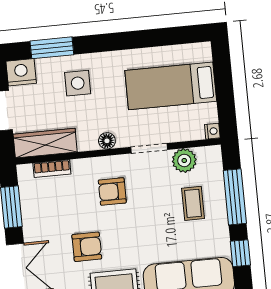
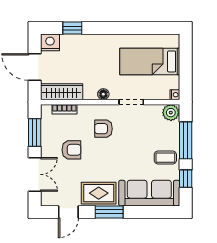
window: (52, 48) -> (72, 28), width x0.67
side table: (78, 83) -> (87, 53), removed
plant: (184, 160) -> (171, 113), moved
coffee table: (193, 203) -> (165, 158), moved, turned 90
armchair: (87, 247) -> (71, 150), moved

